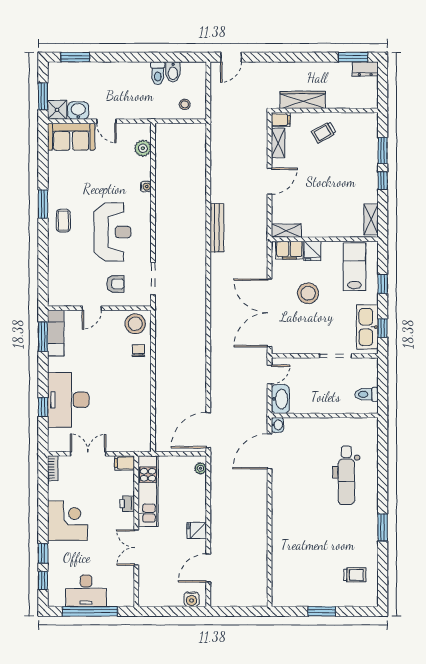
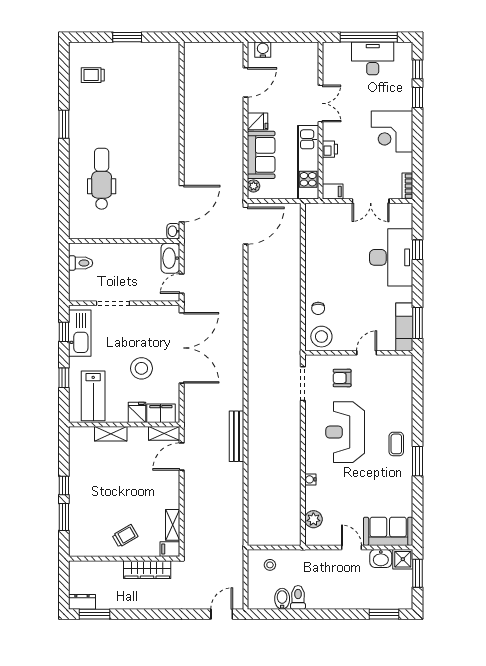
door: (270, 181) -> (182, 457), moved
shelving: (371, 219) -> (111, 434), moved, turned 90
sofa: (193, 498) -> (261, 155), added

